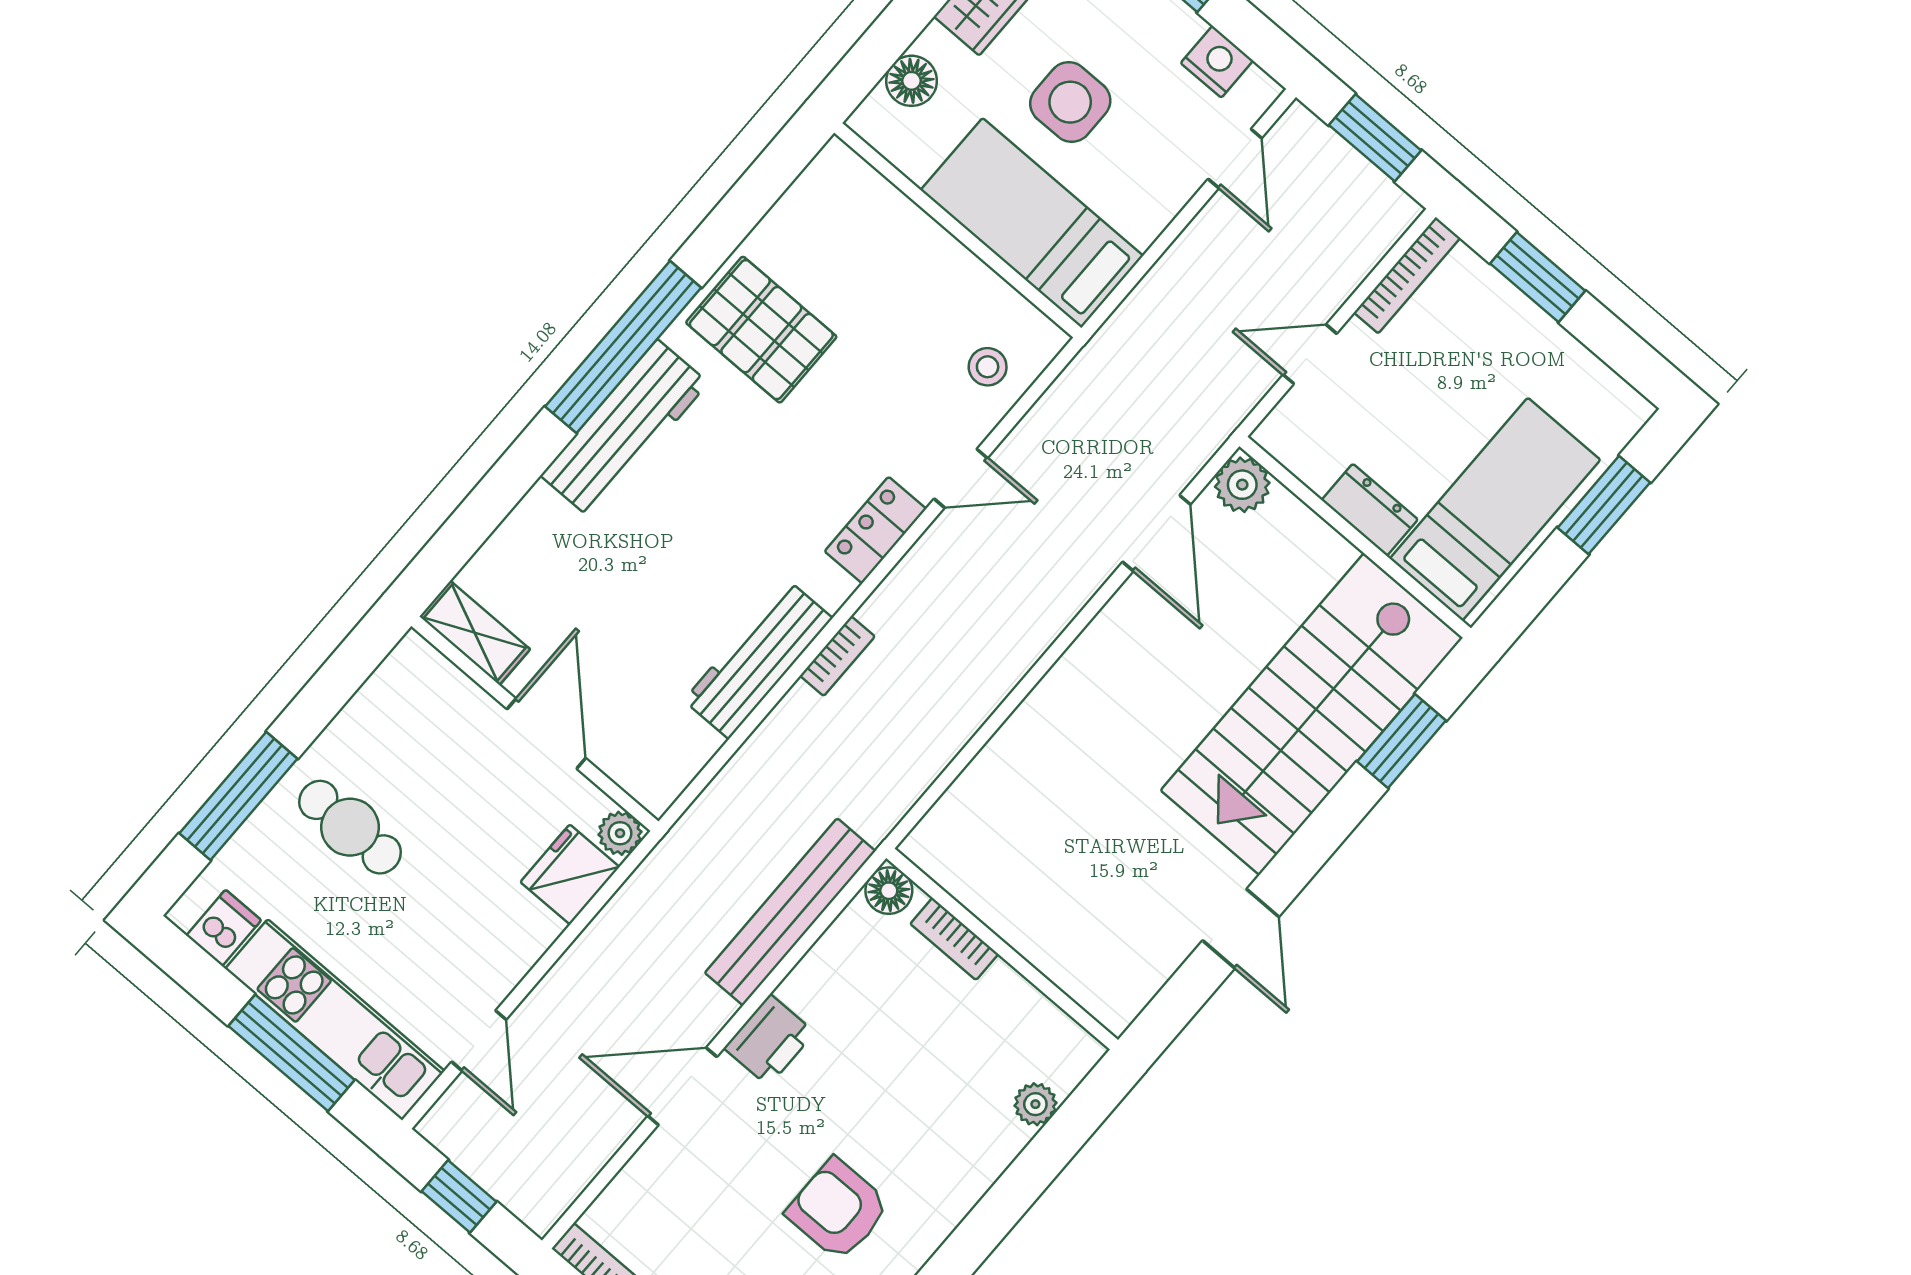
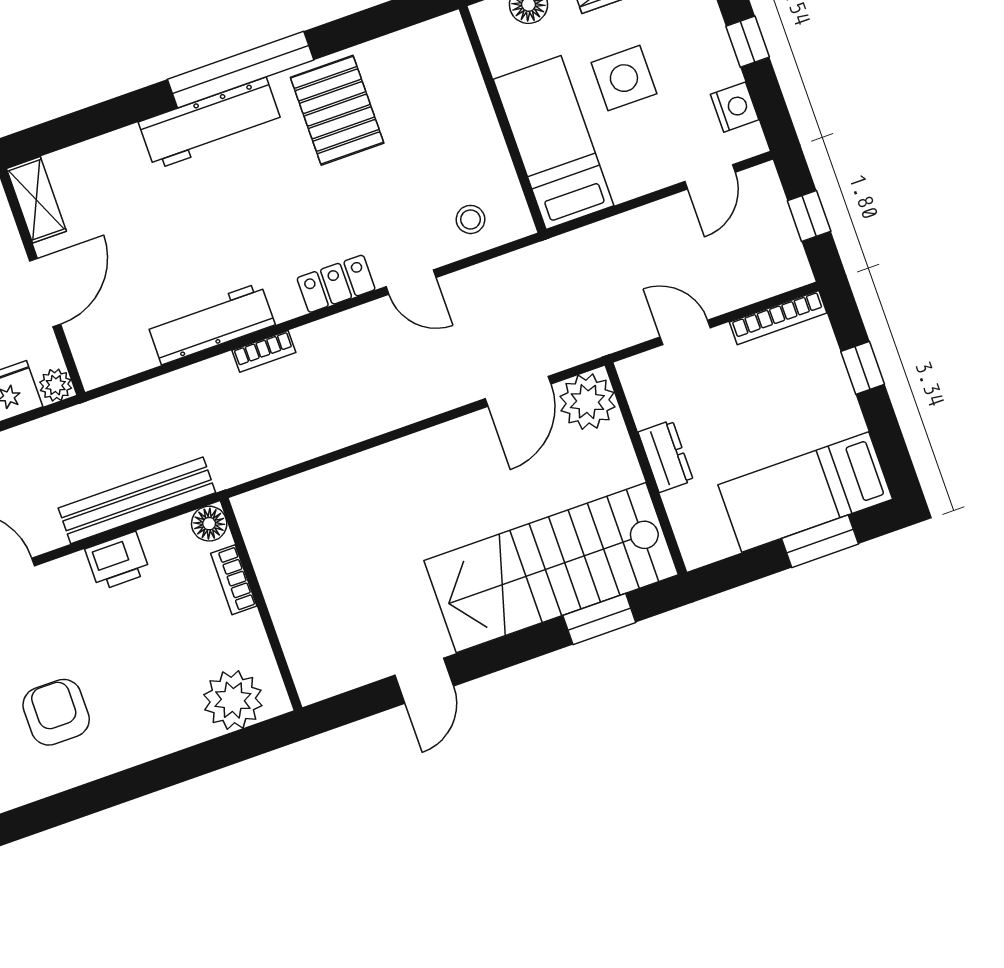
window: (1375, 138) -> (809, 216), width x0.67
window: (1538, 277) -> (863, 368), width x0.67
plant: (1242, 485) -> (587, 402), width x1.36, depth x1.36
bed: (1495, 509) -> (805, 492), moved, turned 180
printer: (769, 1040) -> (118, 561), moved
plant: (1035, 1104) -> (233, 700), width x1.87, depth x1.87

